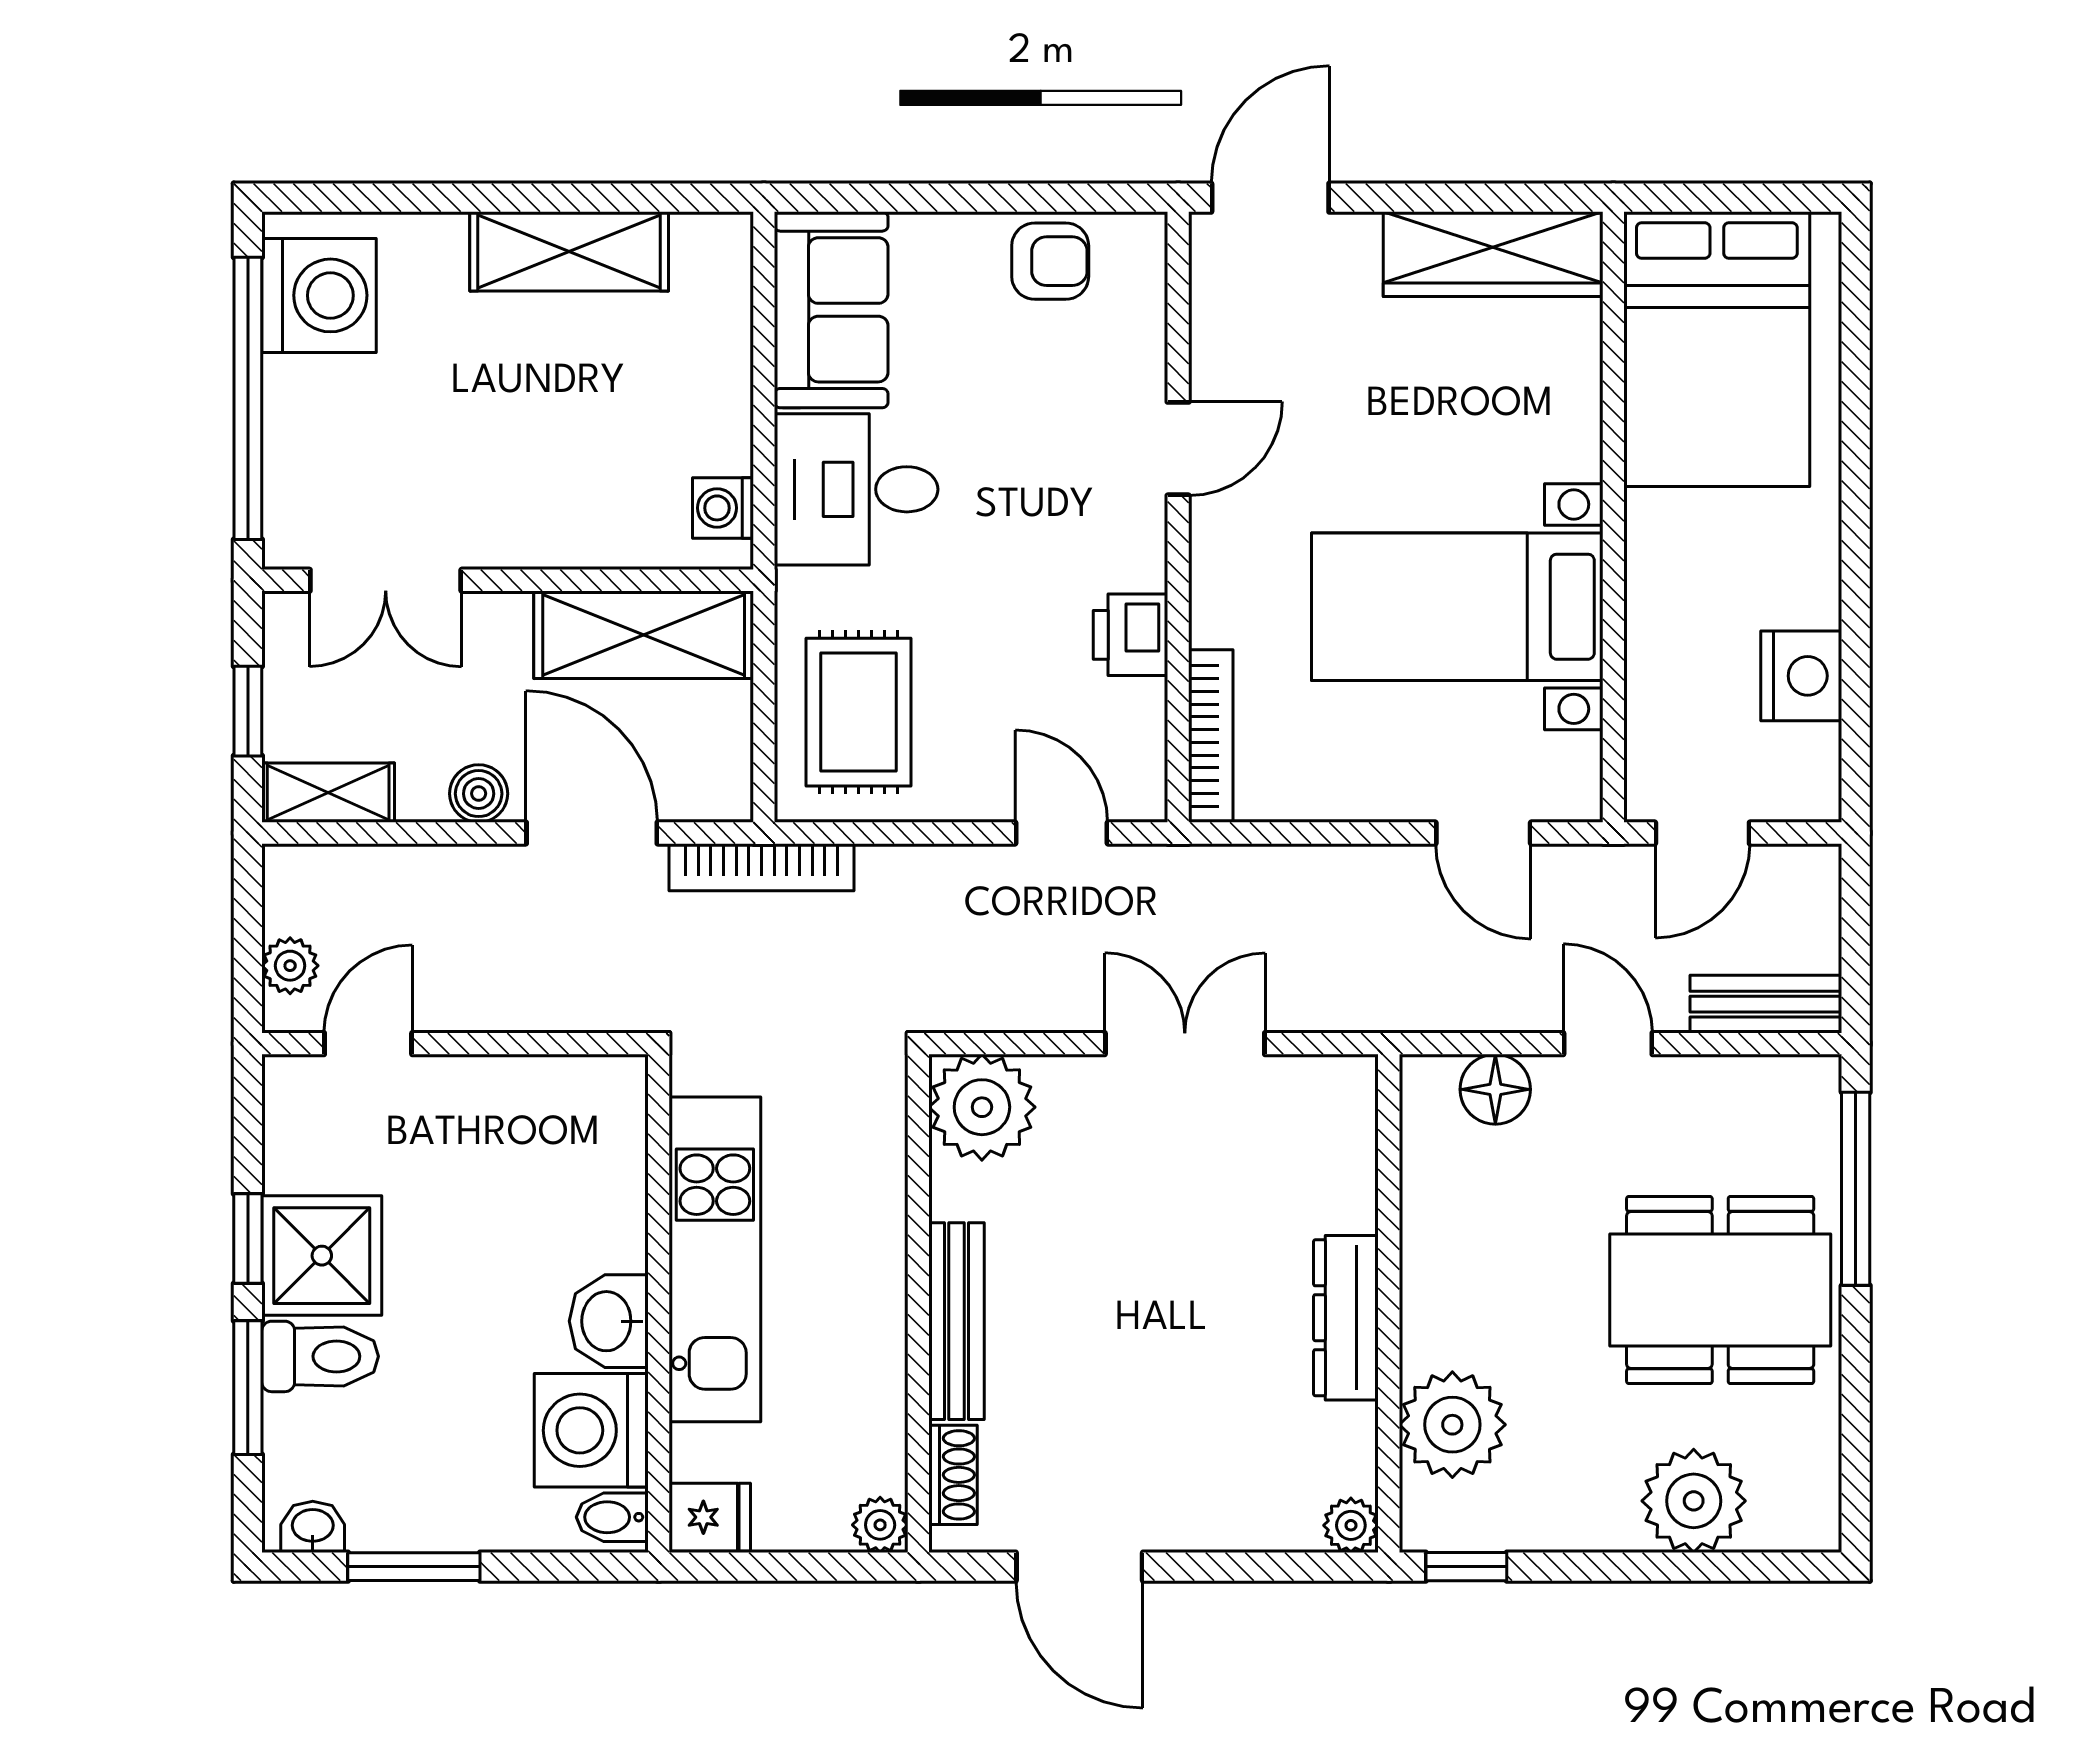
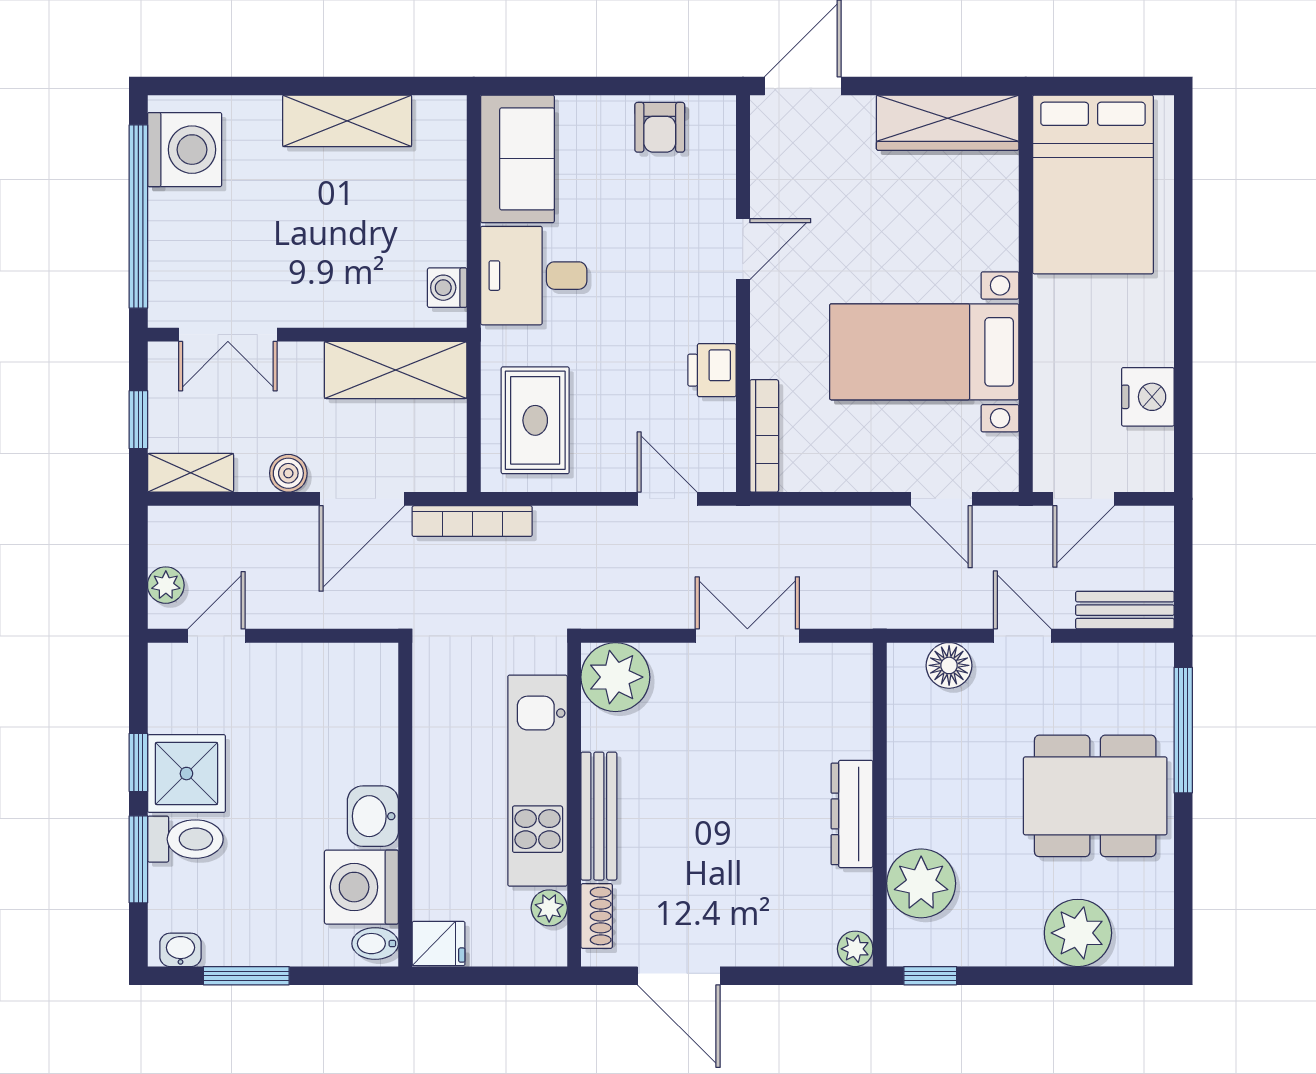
armchair: (1050, 261) -> (660, 127), turned 90
door: (592, 833) -> (362, 499), swing flipped
kitchen unit: (715, 1259) -> (538, 781), moved, turned 180
plant: (880, 1525) -> (549, 908), moved

